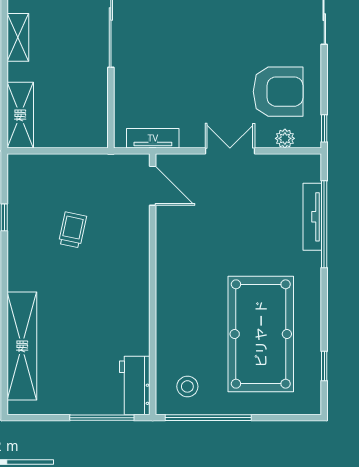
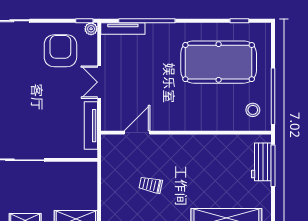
tv unit: (153, 138) -> (91, 126), width x1.41
plant: (285, 138) -> (91, 29), moved
door: (153, 186) -> (137, 133), moved
tv unit: (312, 217) -> (123, 28), moved
workbench: (135, 385) -> (261, 162), moved, turned 90

